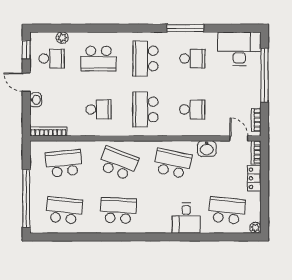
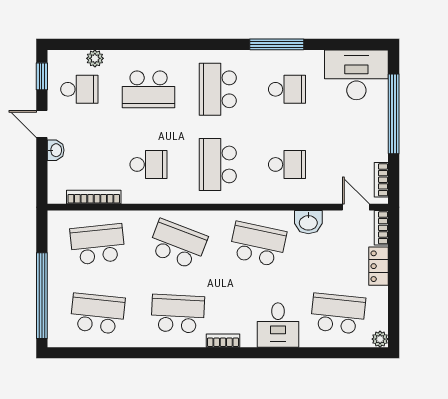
bookcase: (48, 132) -> (94, 197), moved
bookcase: (149, 229) -> (223, 341), added

